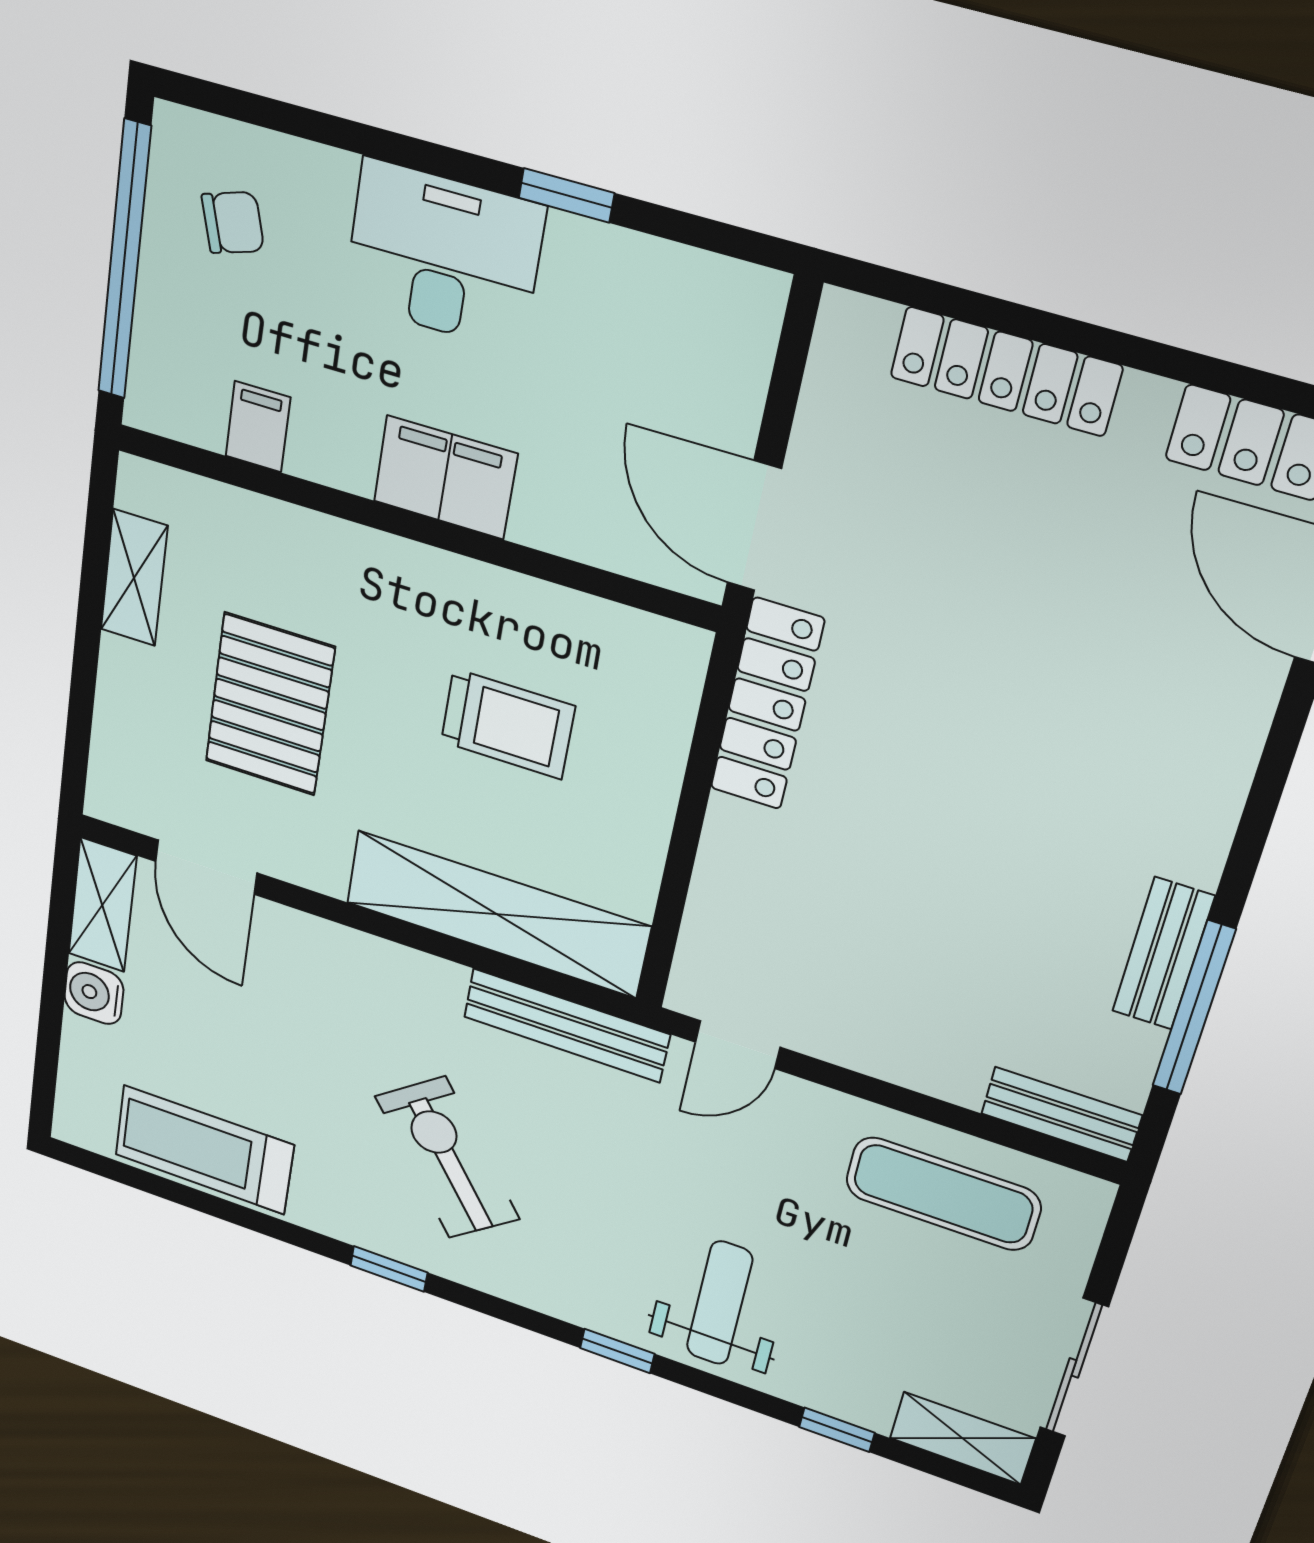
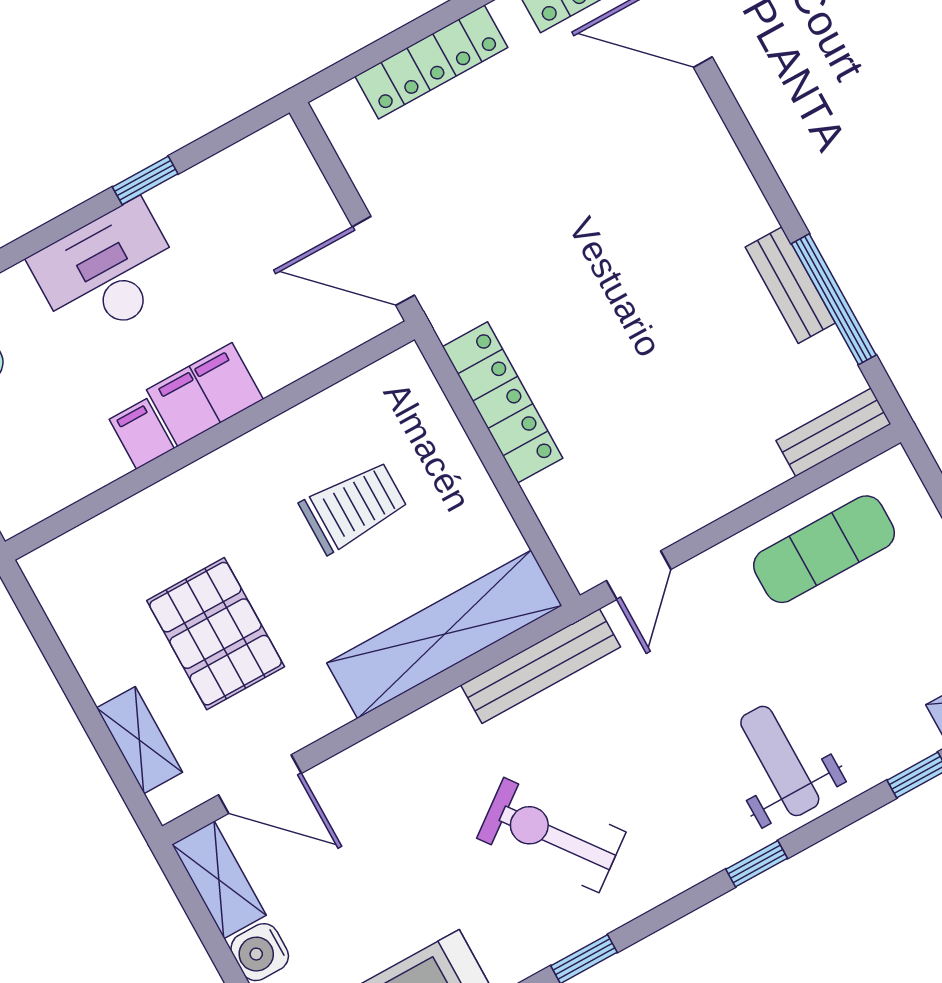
filing cabinet: (258, 427) -> (142, 434), moved
shelving: (134, 578) -> (139, 740), moved
locker: (767, 705) -> (503, 402), moved

